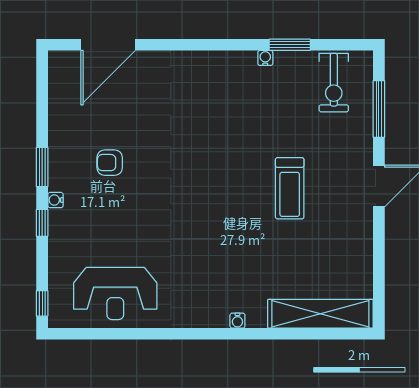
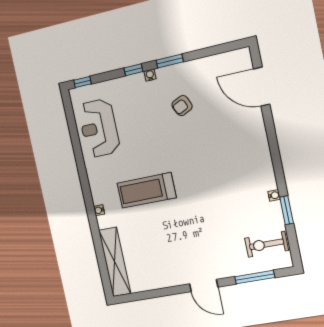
armchair: (110, 163) -> (182, 106), turned -115
treadmill: (290, 188) -> (147, 190), moved, width x1.37, depth x1.38

